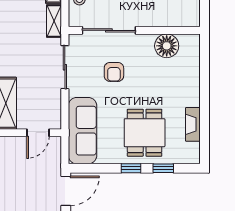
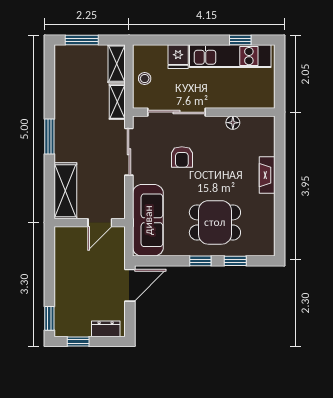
floor lamp: (167, 46) -> (233, 123), width x0.53, depth x0.53
fireplace: (193, 124) -> (267, 175), moved
dining table: (145, 133) -> (215, 222), turned 90

